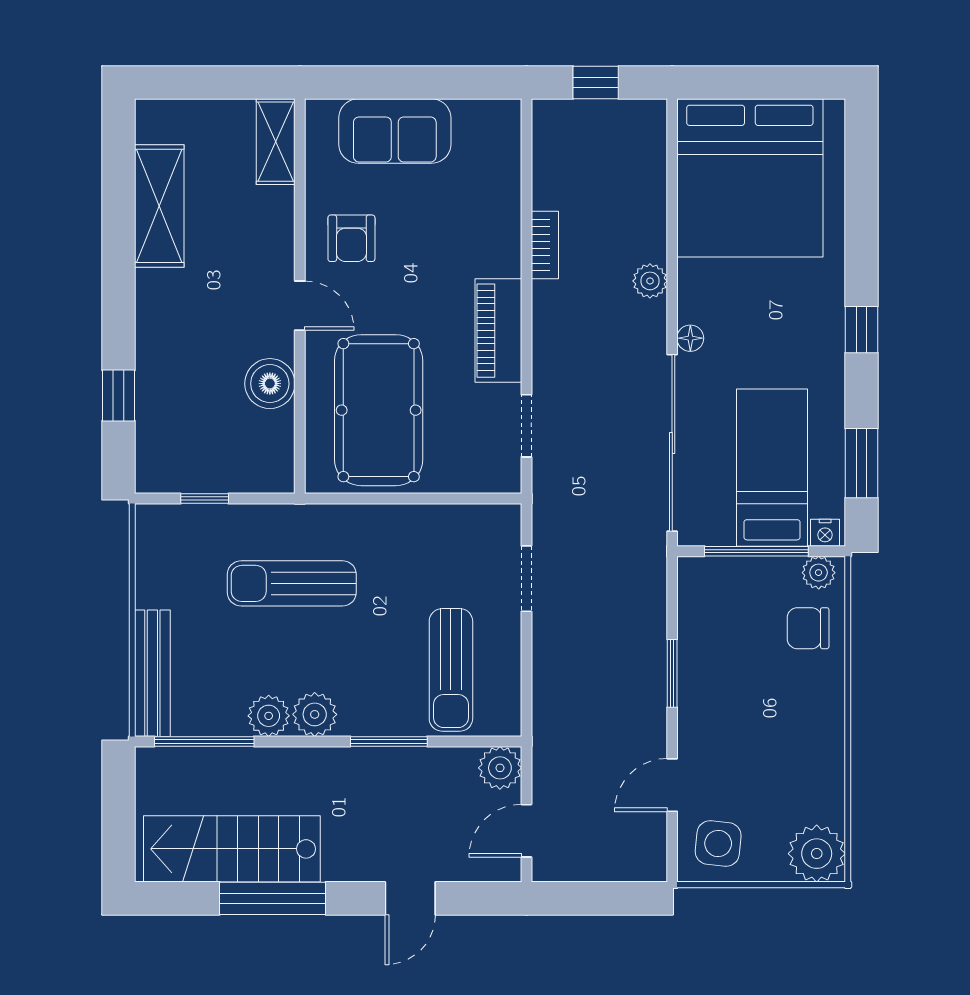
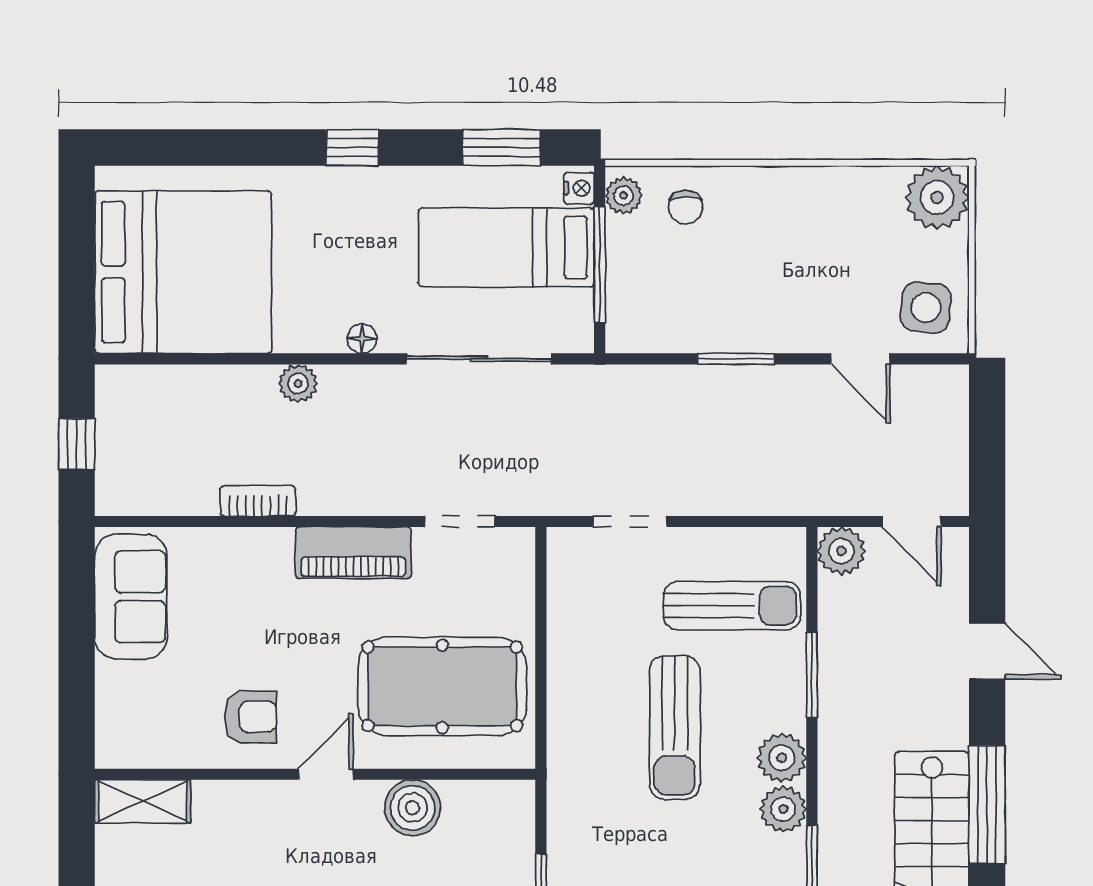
sofa: (395, 131) -> (131, 597), moved
sliding door: (672, 443) -> (479, 359), width x0.73
sun lounger: (292, 583) -> (675, 728), moved
chair: (808, 628) -> (686, 207), width x0.73, depth x0.73

